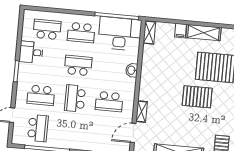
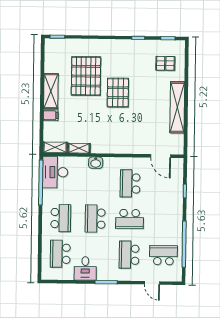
desk: (120, 34) -> (55, 172), width x0.73, depth x0.77
school desk: (41, 95) -> (129, 255), turned 180
school desk: (109, 102) -> (130, 183), turned 180
shelving: (142, 112) -> (79, 148), moved

